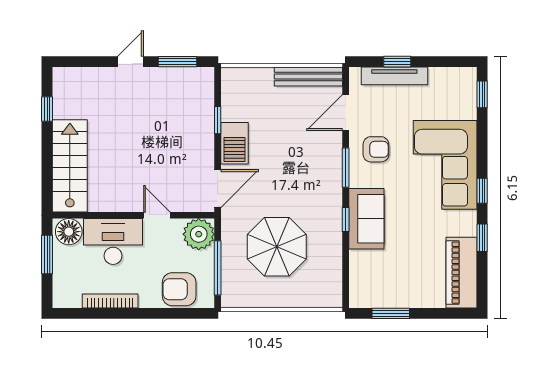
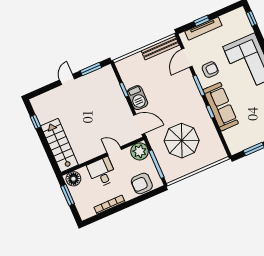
door: (218, 189) -> (139, 124), hinge flipped
sofa: (366, 219) -> (221, 107), width x1.36
desk: (113, 242) -> (102, 172), width x0.73

